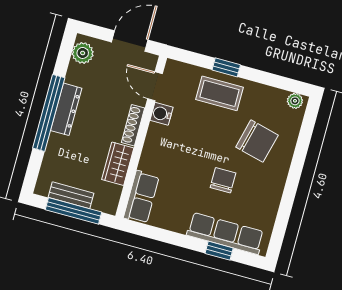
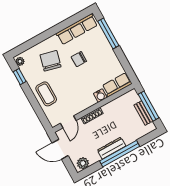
window: (226, 67) -> (20, 77), moved
water cooler: (162, 114) -> (100, 96), moved
wardrobe: (118, 164) -> (113, 107), removed
row of seats: (225, 233) -> (77, 29), moved, turned -90
window: (219, 251) -> (108, 33), width x2.17

